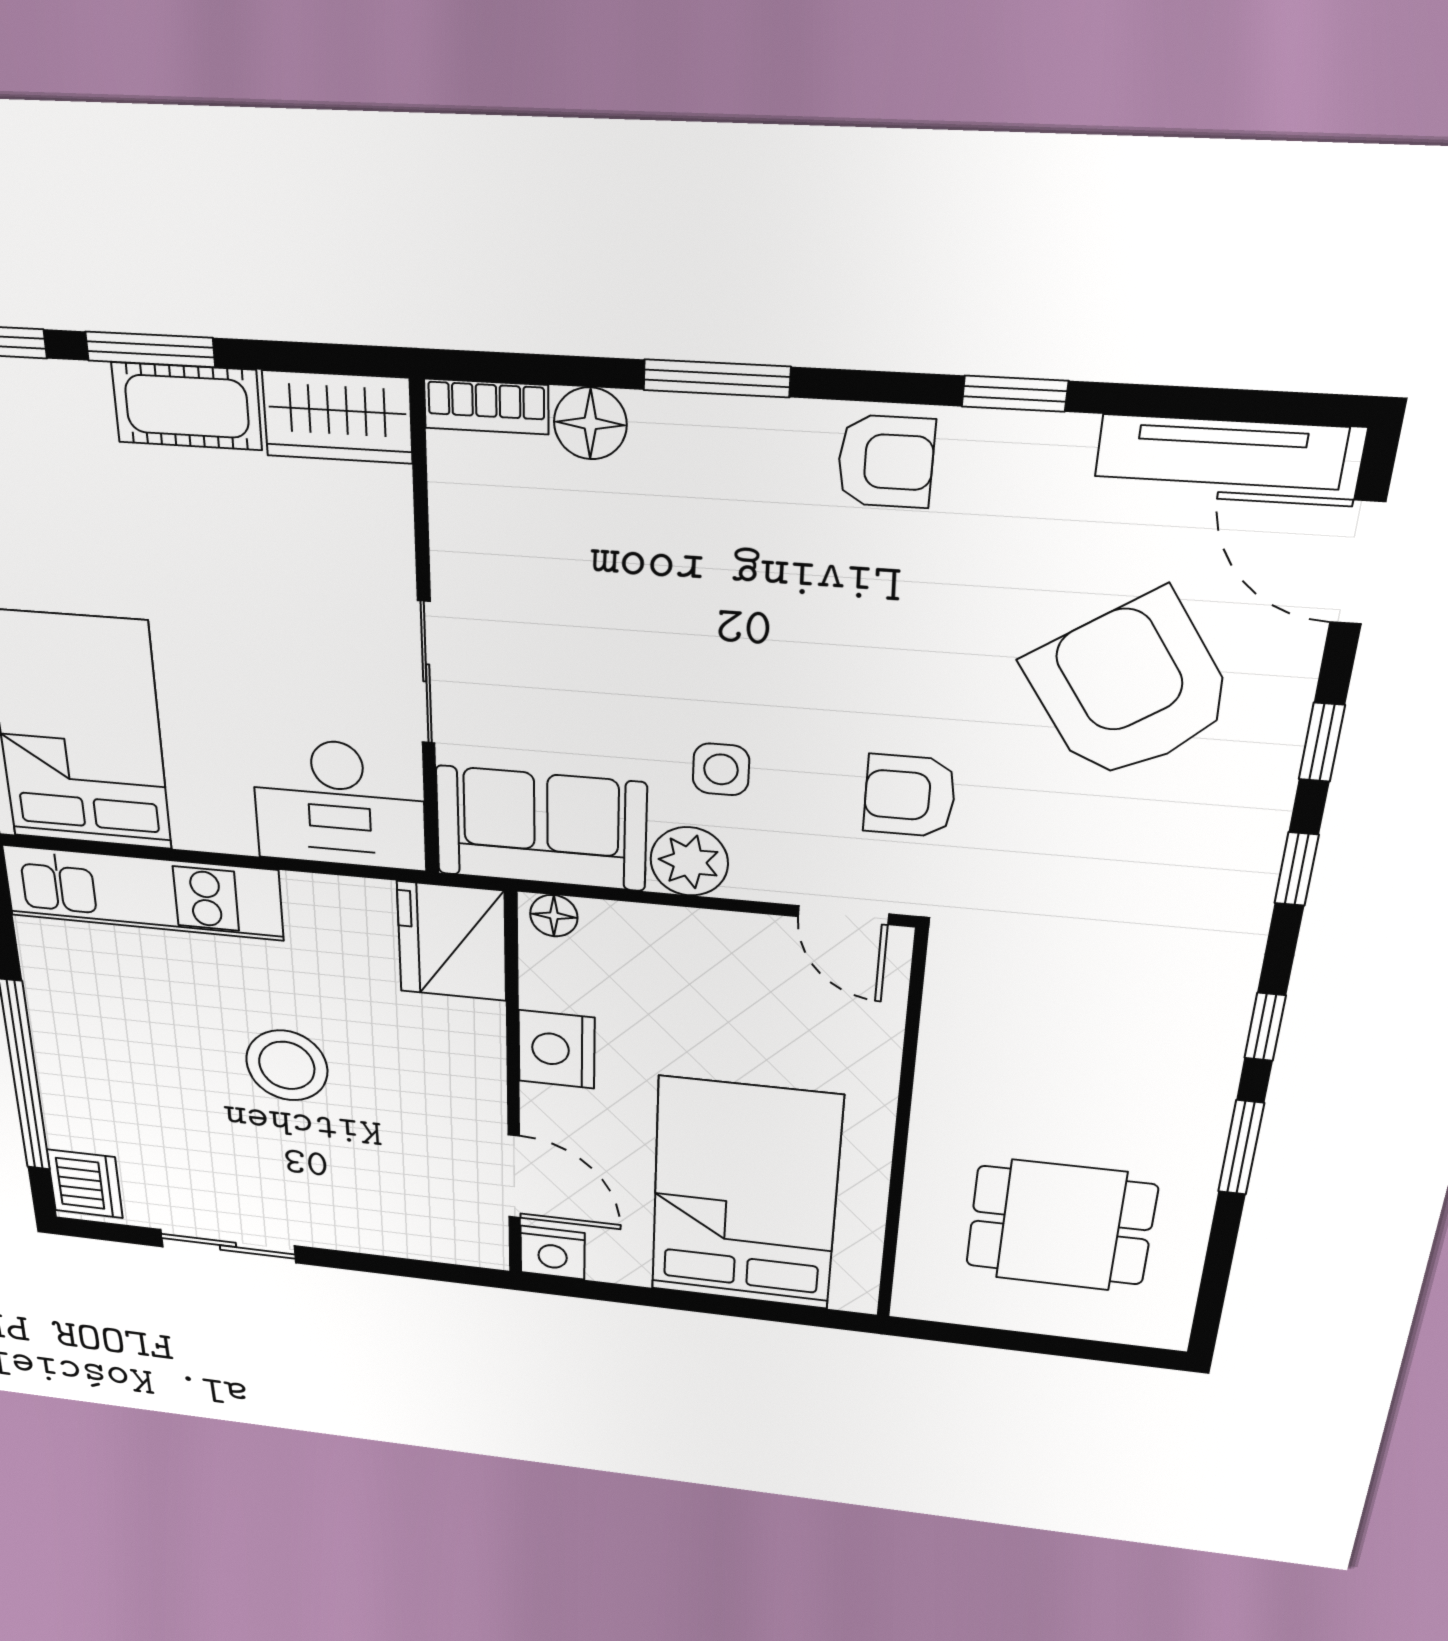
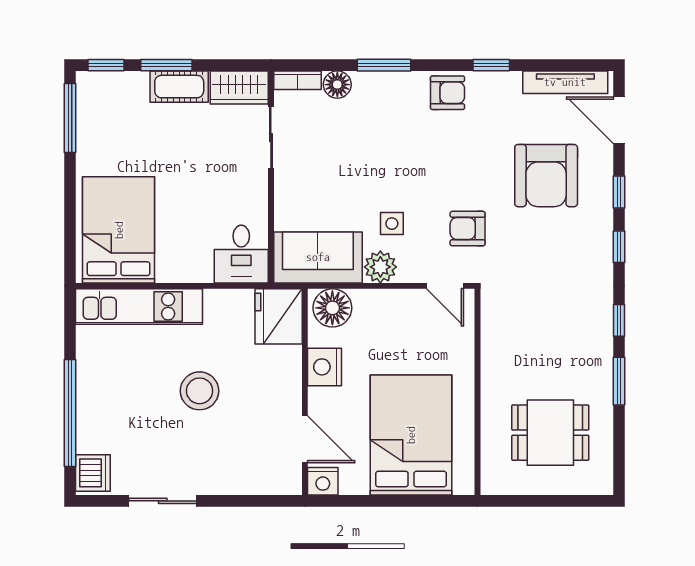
sliding door: (426, 673) -> (271, 138), moved
armchair: (1130, 688) -> (546, 176), turned -146
desk: (339, 804) -> (241, 254), width x0.73
floor lamp: (554, 916) -> (332, 308), width x1.89, depth x1.89

